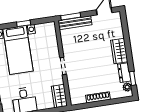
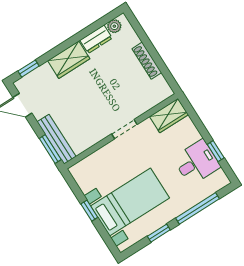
window: (133, 78) -> (28, 69), moved

